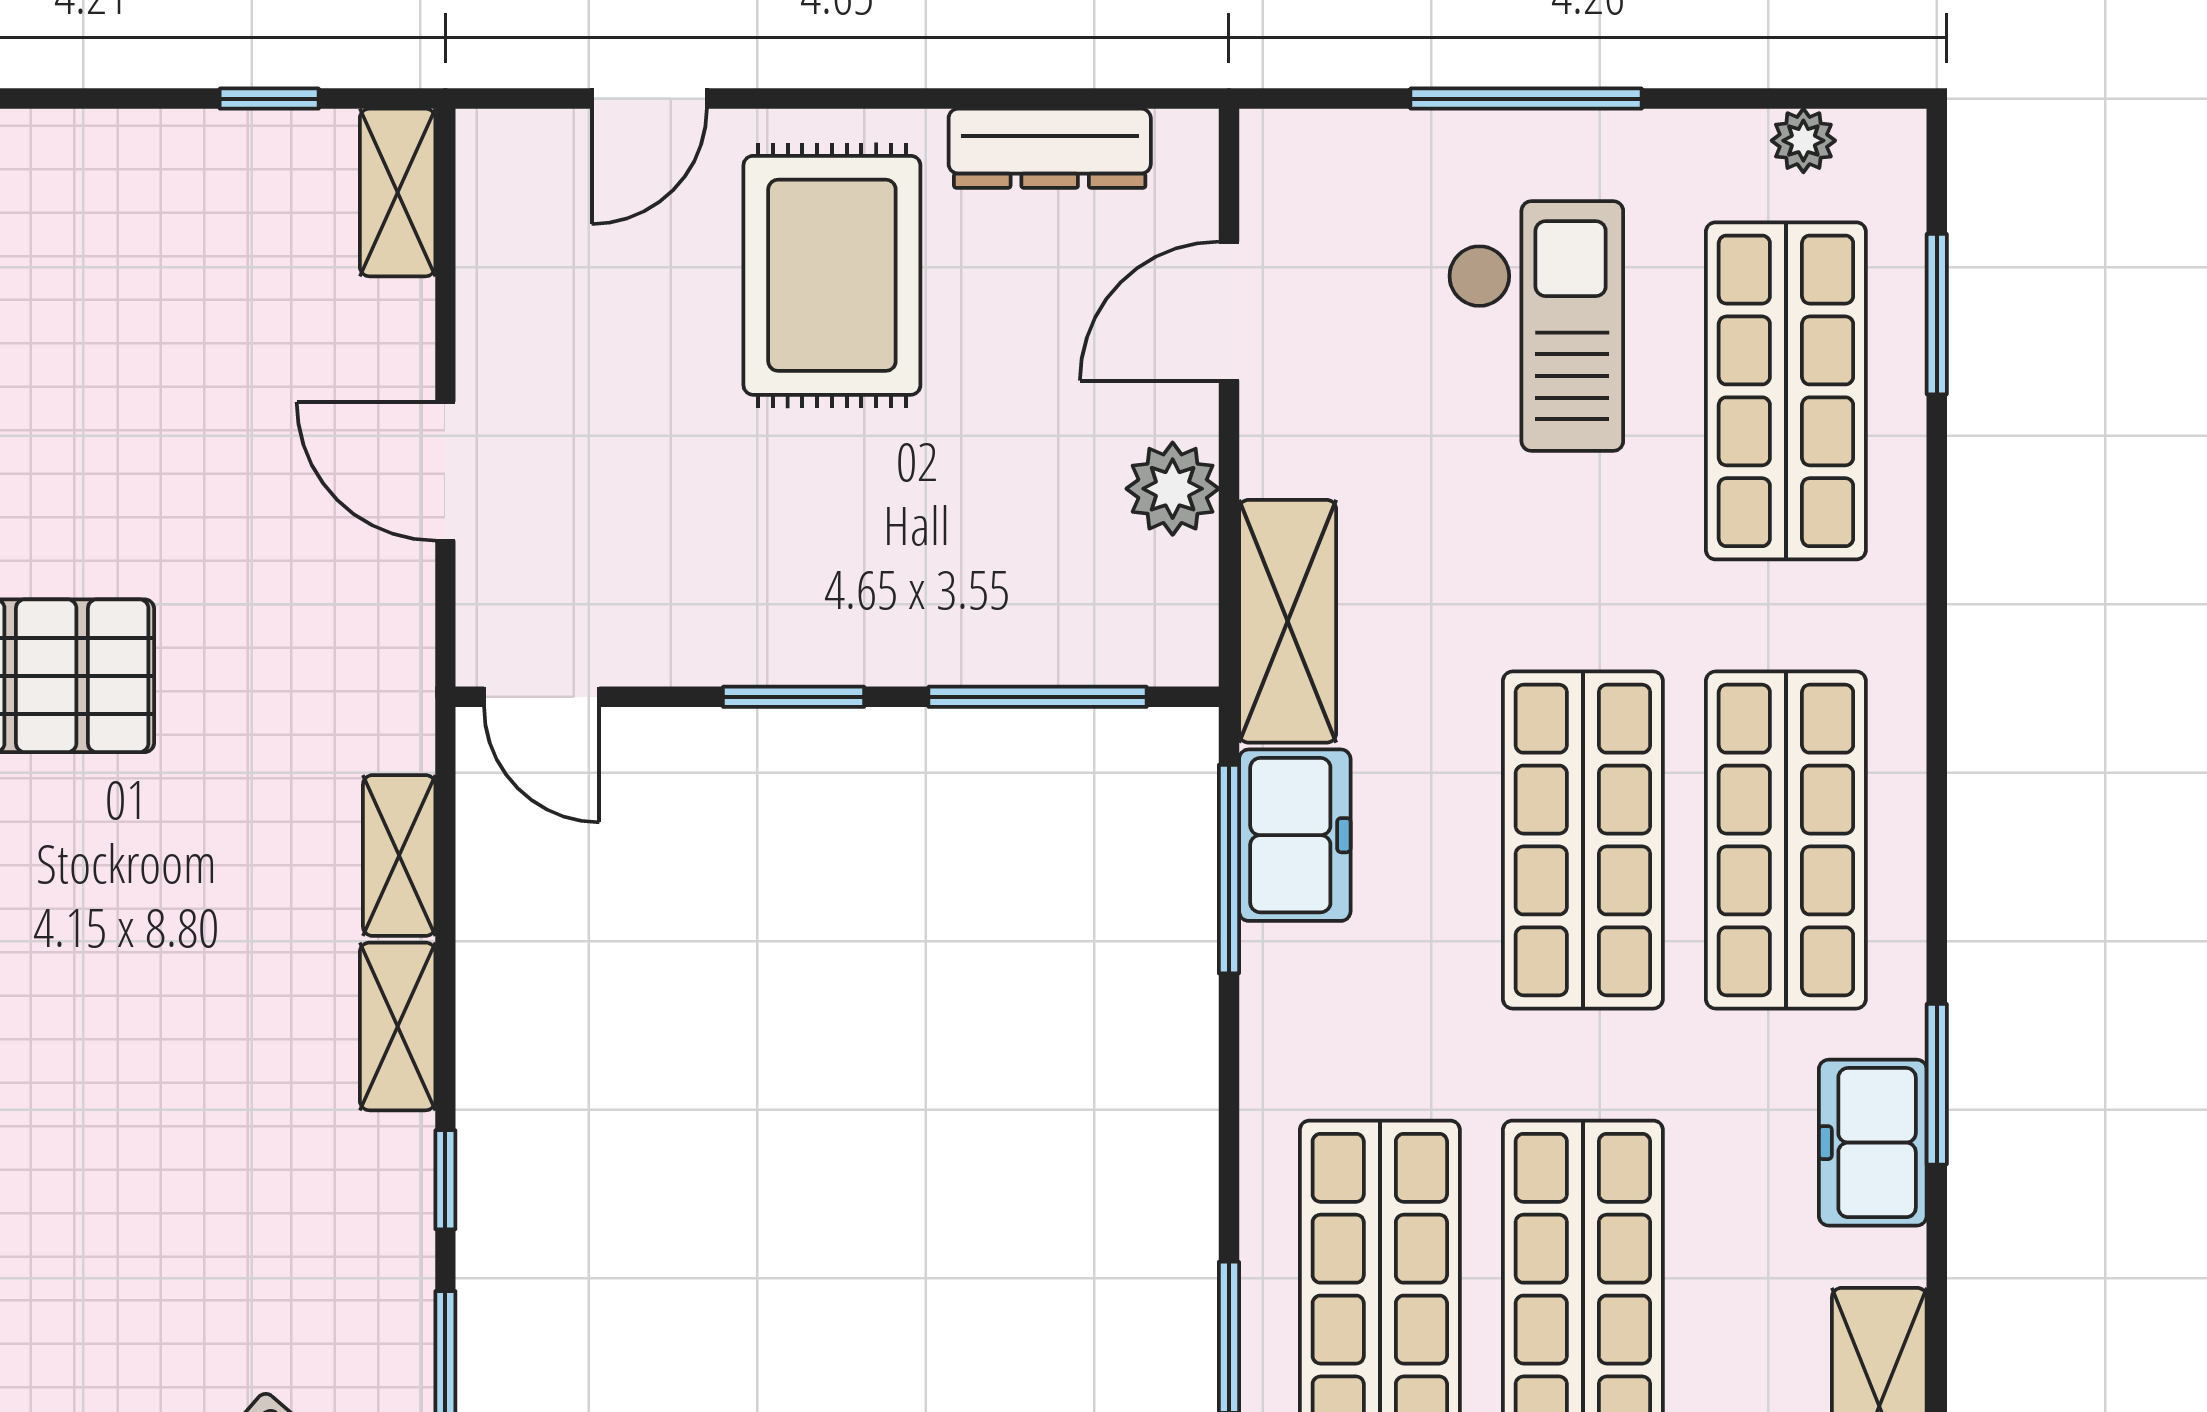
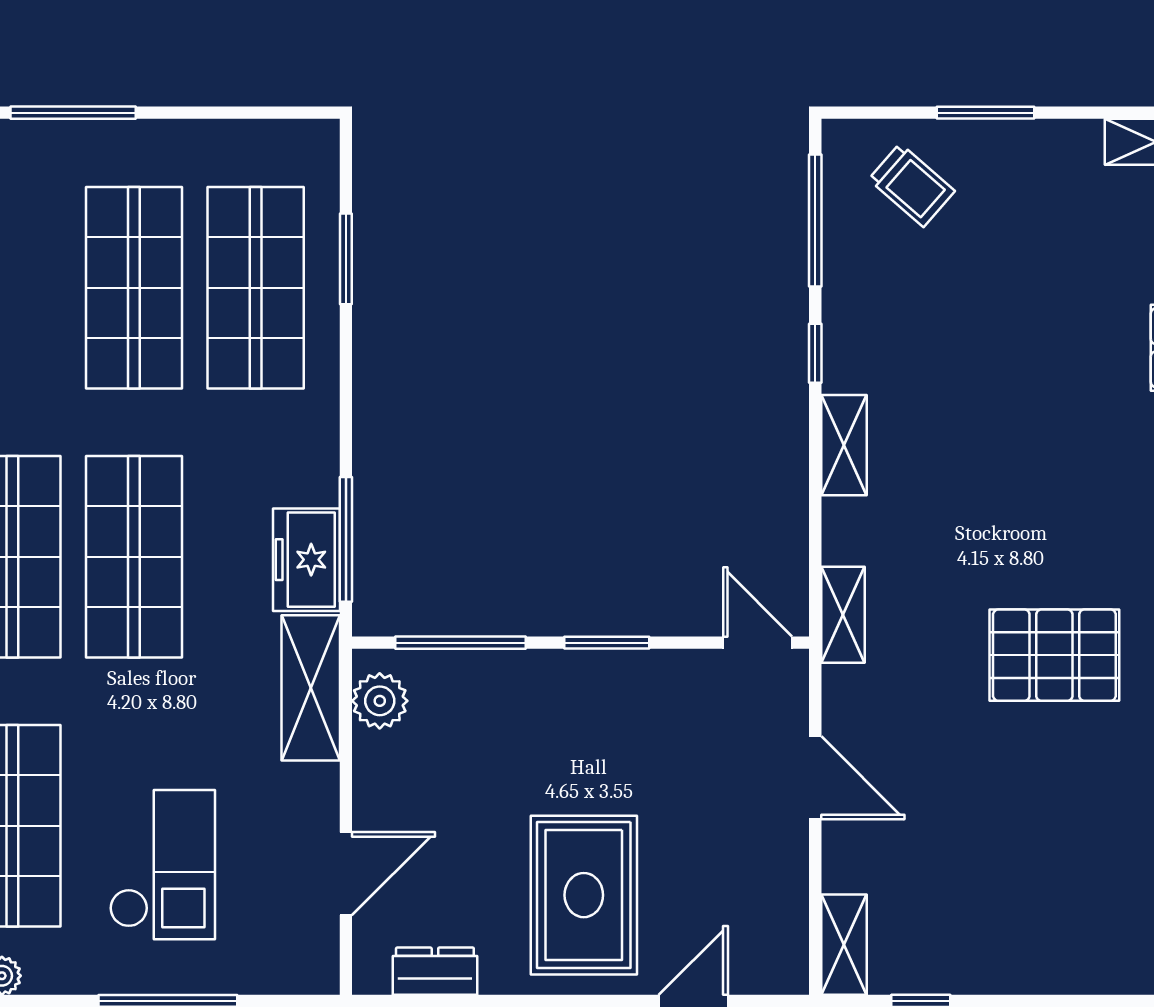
dresser: (1050, 148) -> (435, 971), width x0.70
checkout: (1535, 326) -> (162, 865), turned 180
plant: (1173, 489) -> (380, 701), moved
shelving: (399, 855) -> (843, 615), moved

